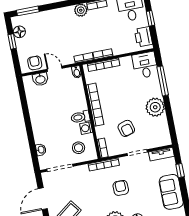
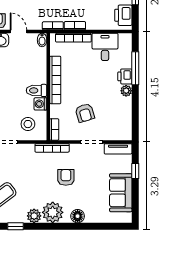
desk: (145, 65) -> (105, 47), moved
printer: (155, 90) -> (125, 76), added
plant: (155, 107) -> (126, 91), width x0.53, depth x0.53

